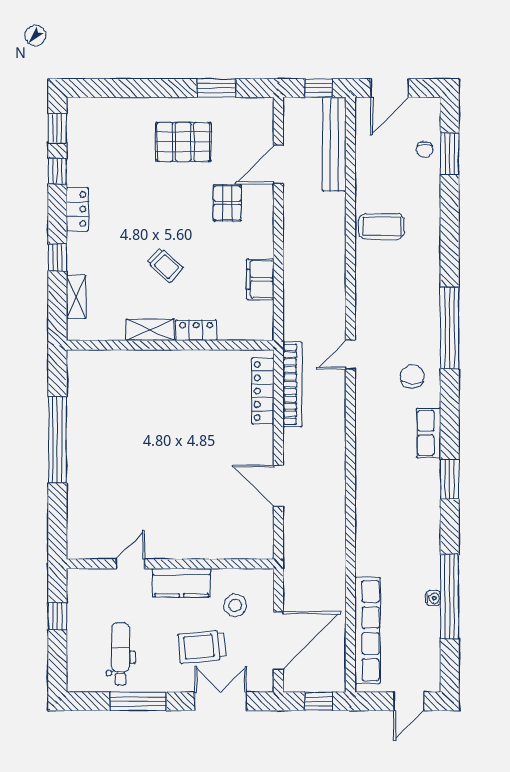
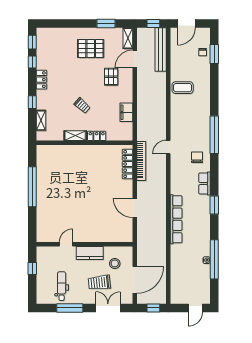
shelving: (264, 120) -> (128, 38), added
row of seats: (368, 631) -> (176, 219), moved

